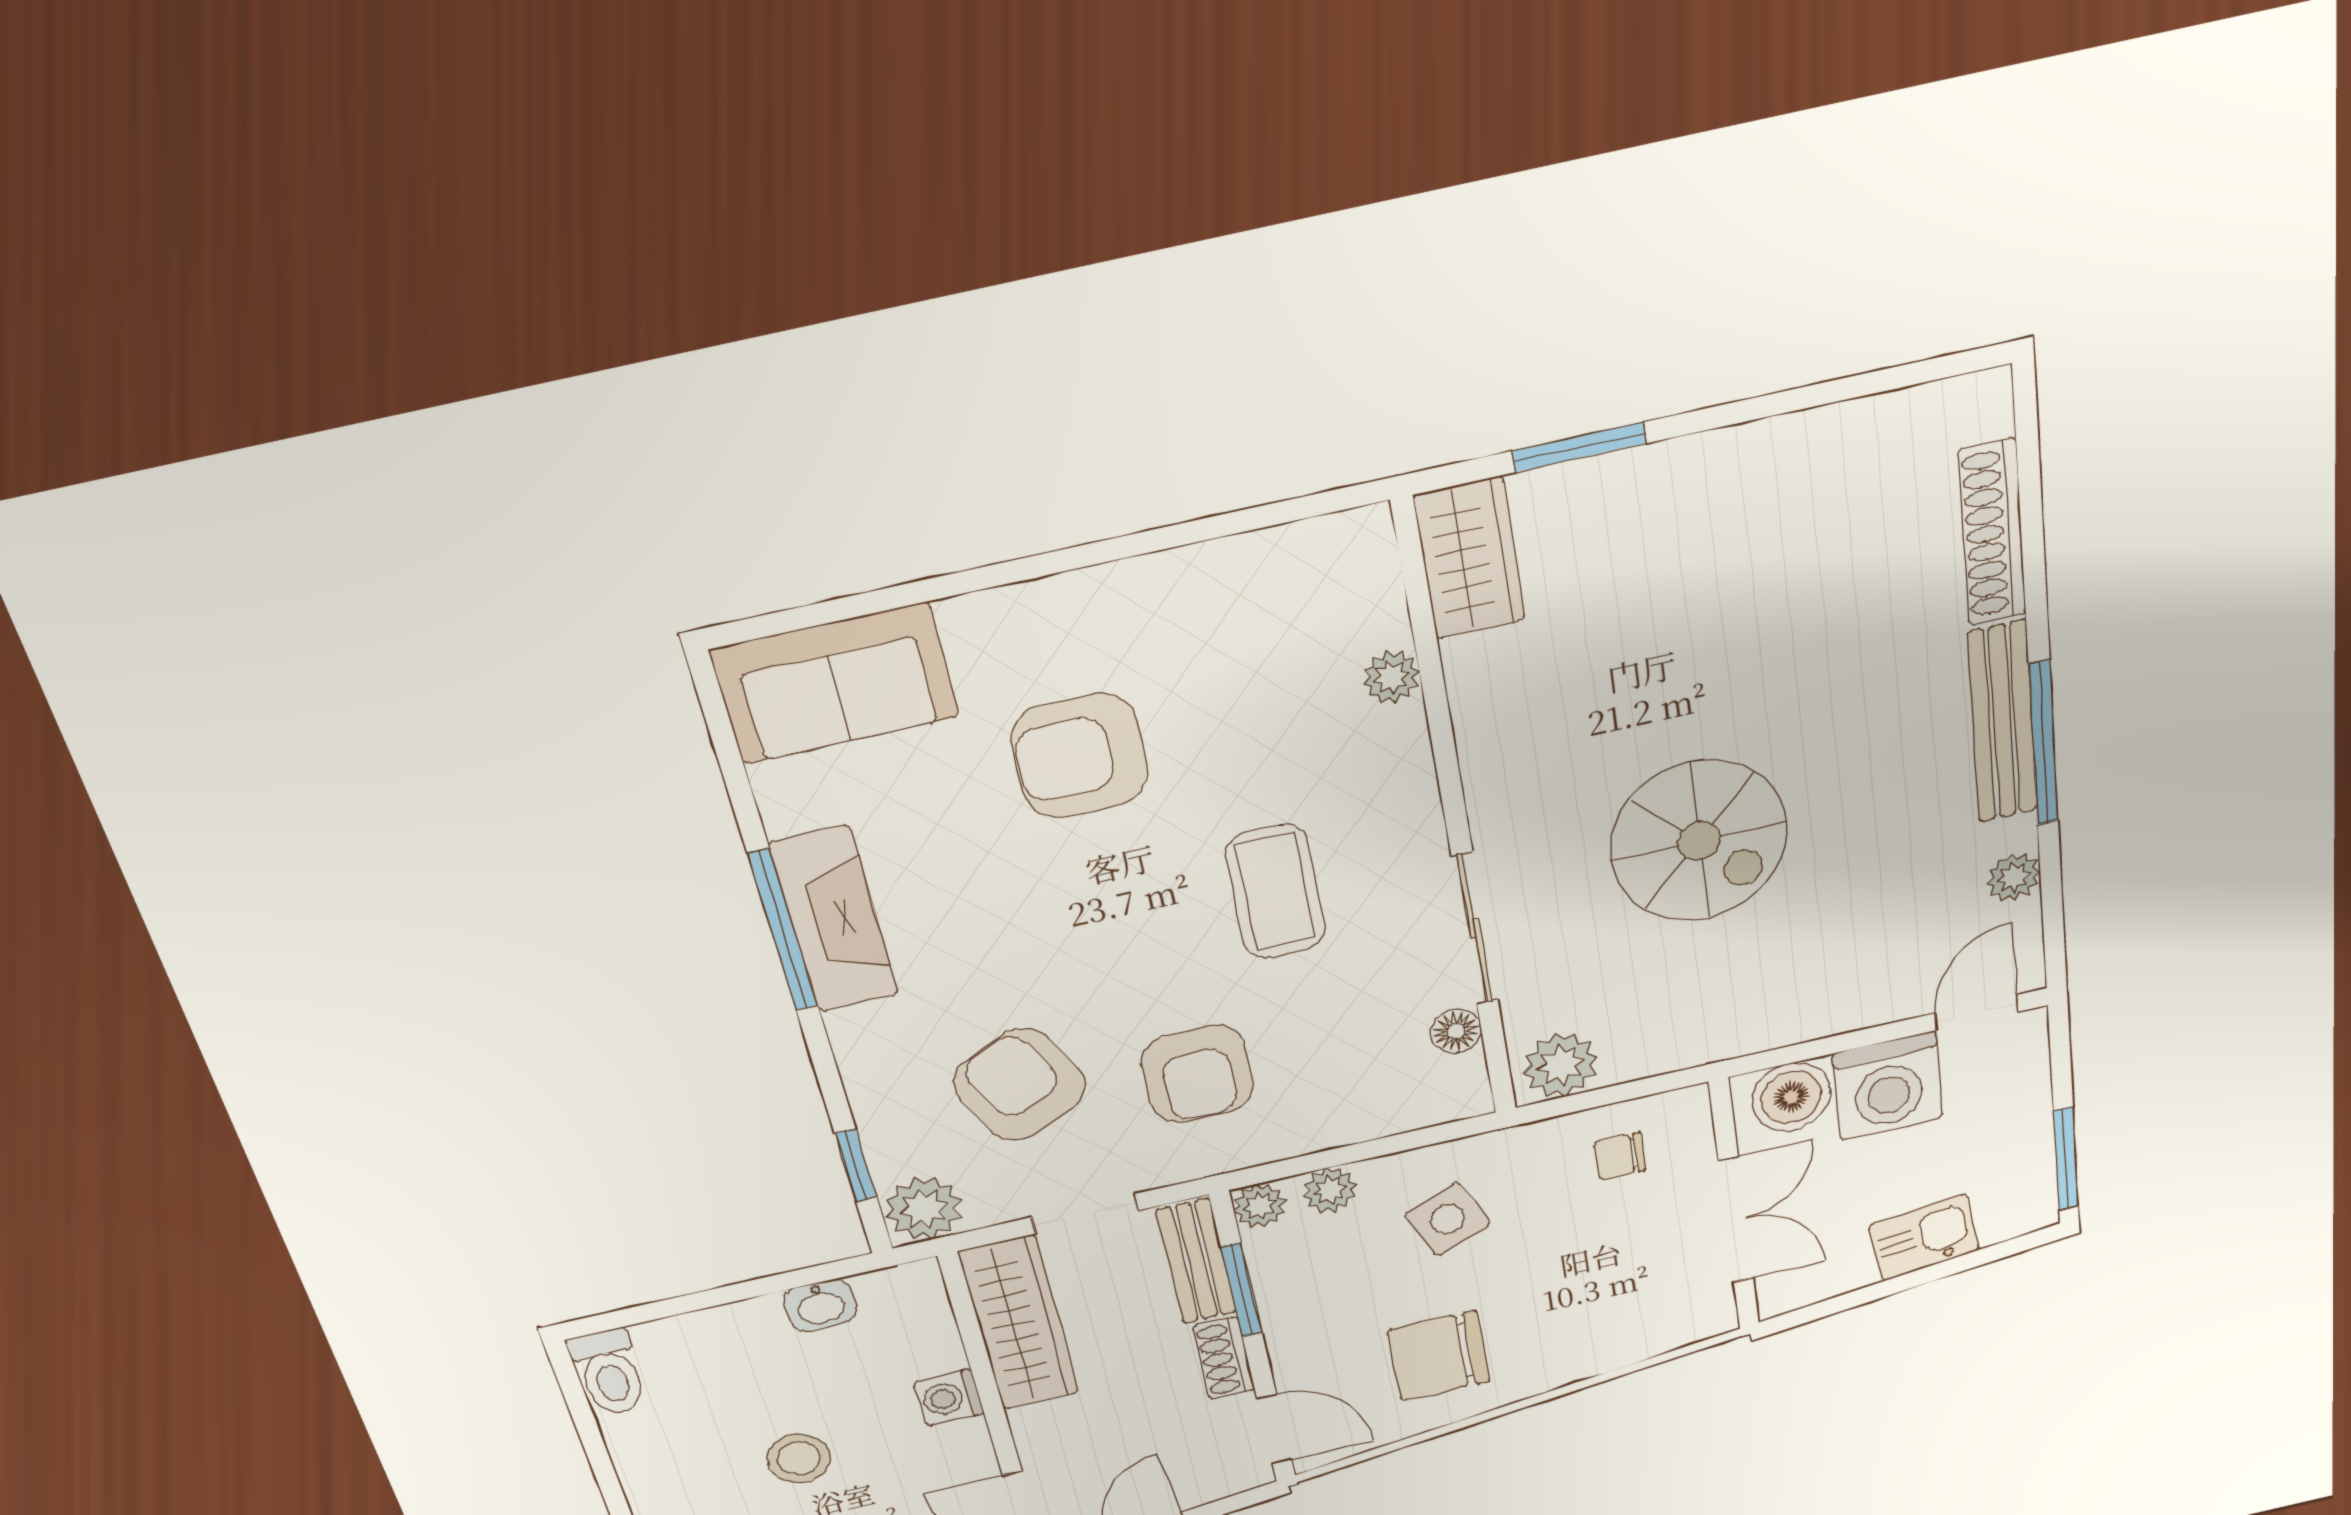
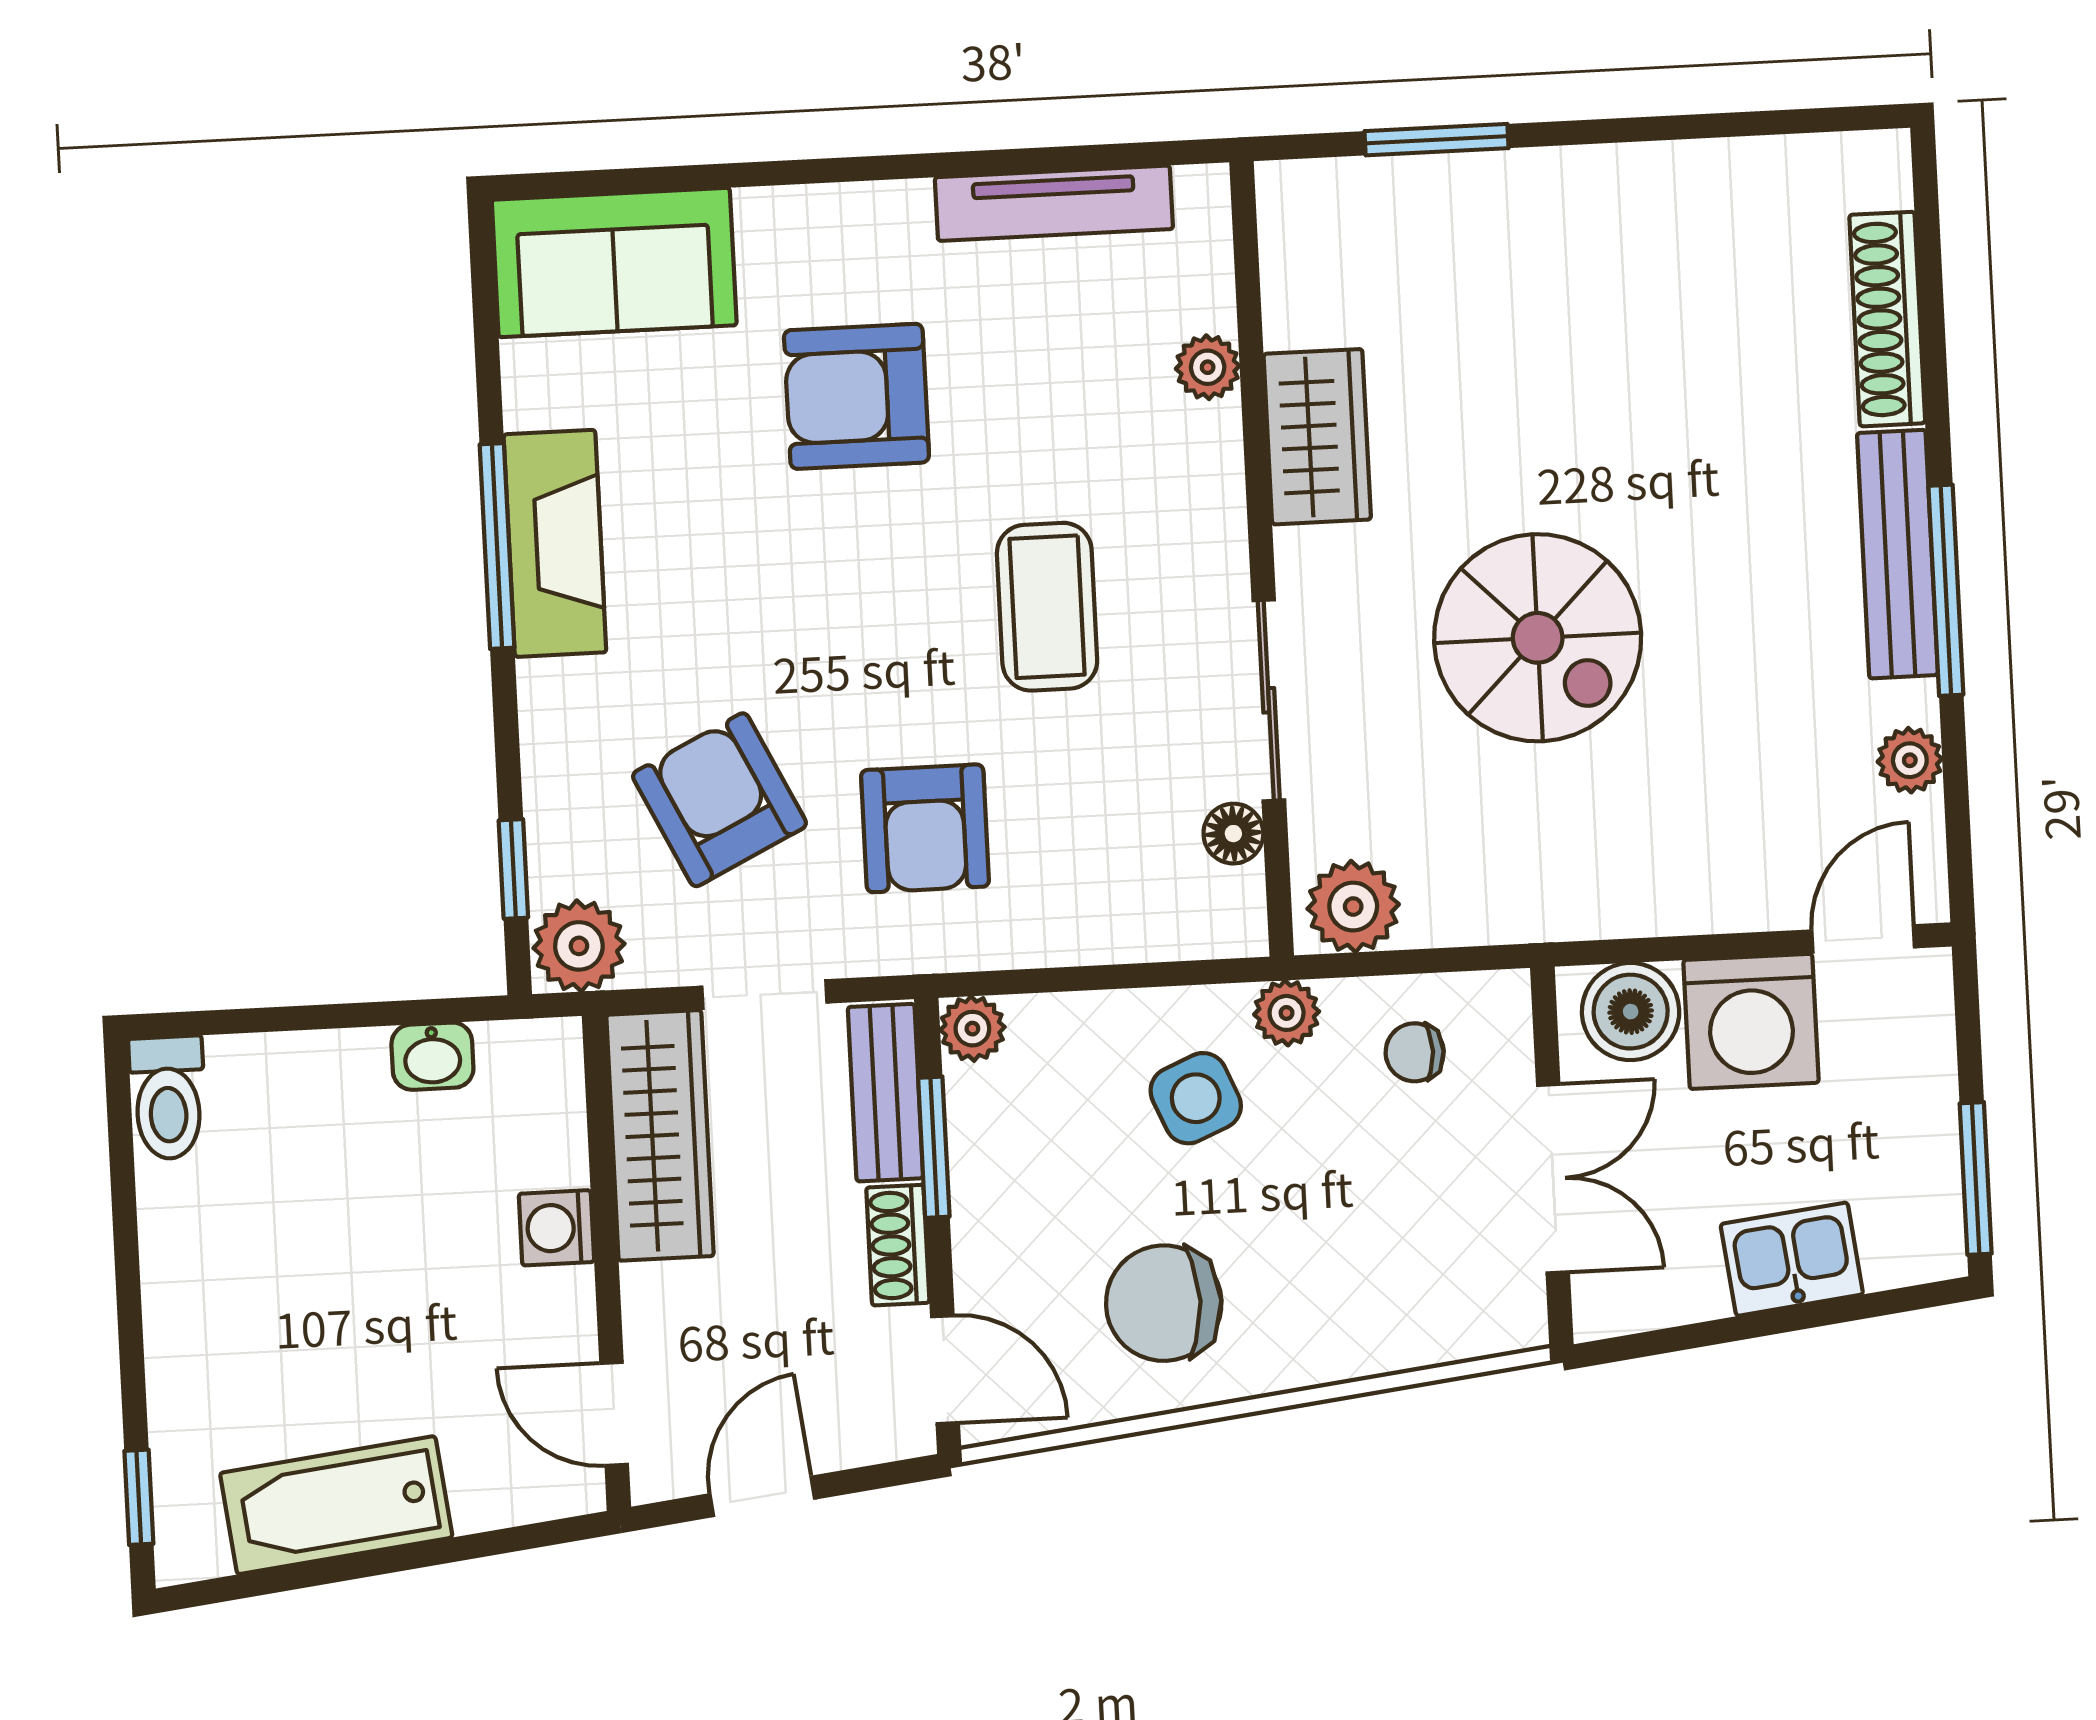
wardrobe: (1469, 558) -> (1317, 437), moved
tv unit: (1233, 563) -> (1054, 203), added
plant: (1330, 1190) -> (1287, 1013), moved
stool: (799, 1458) -> (359, 1278), removed

